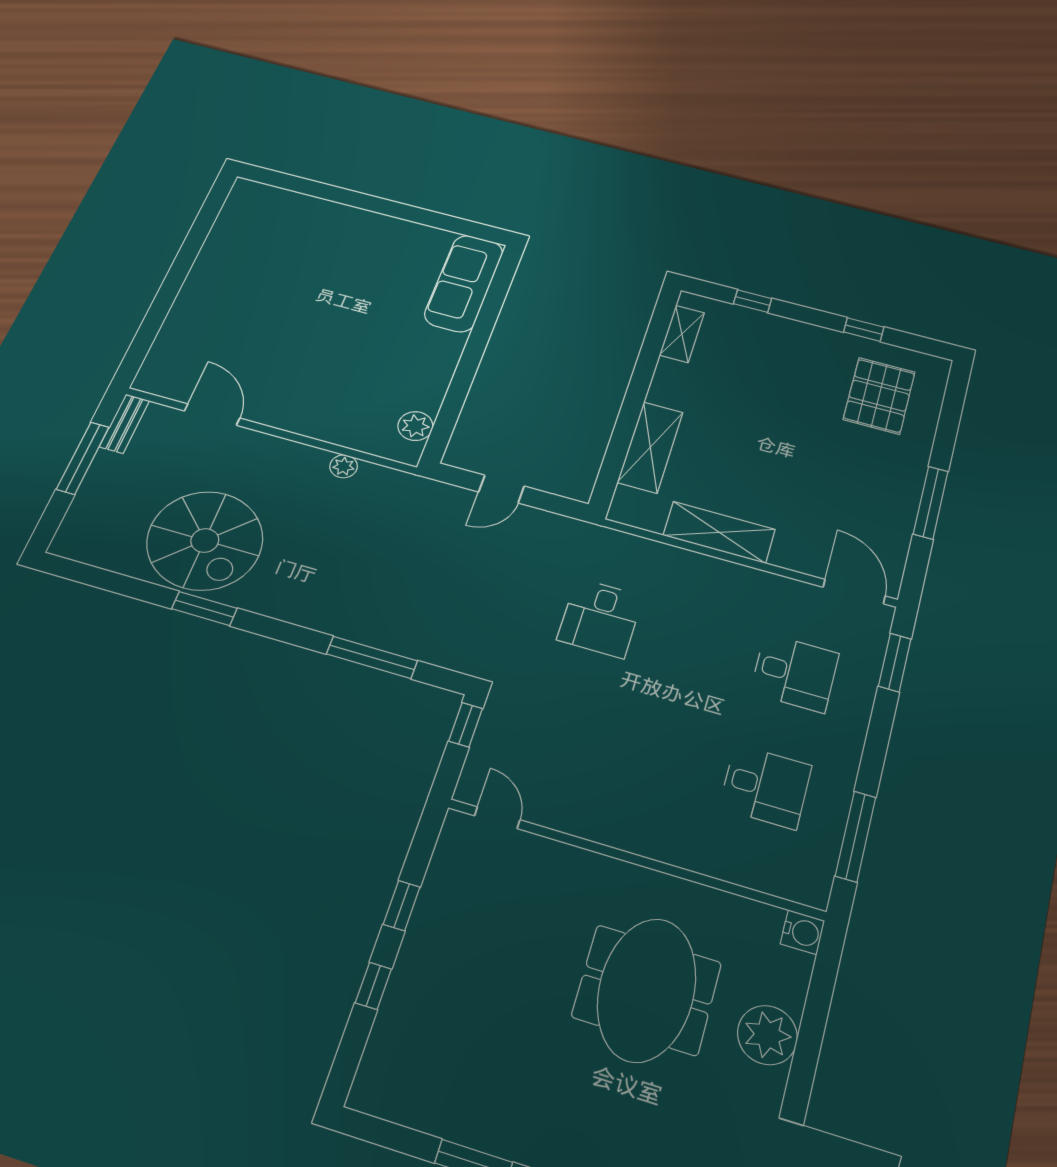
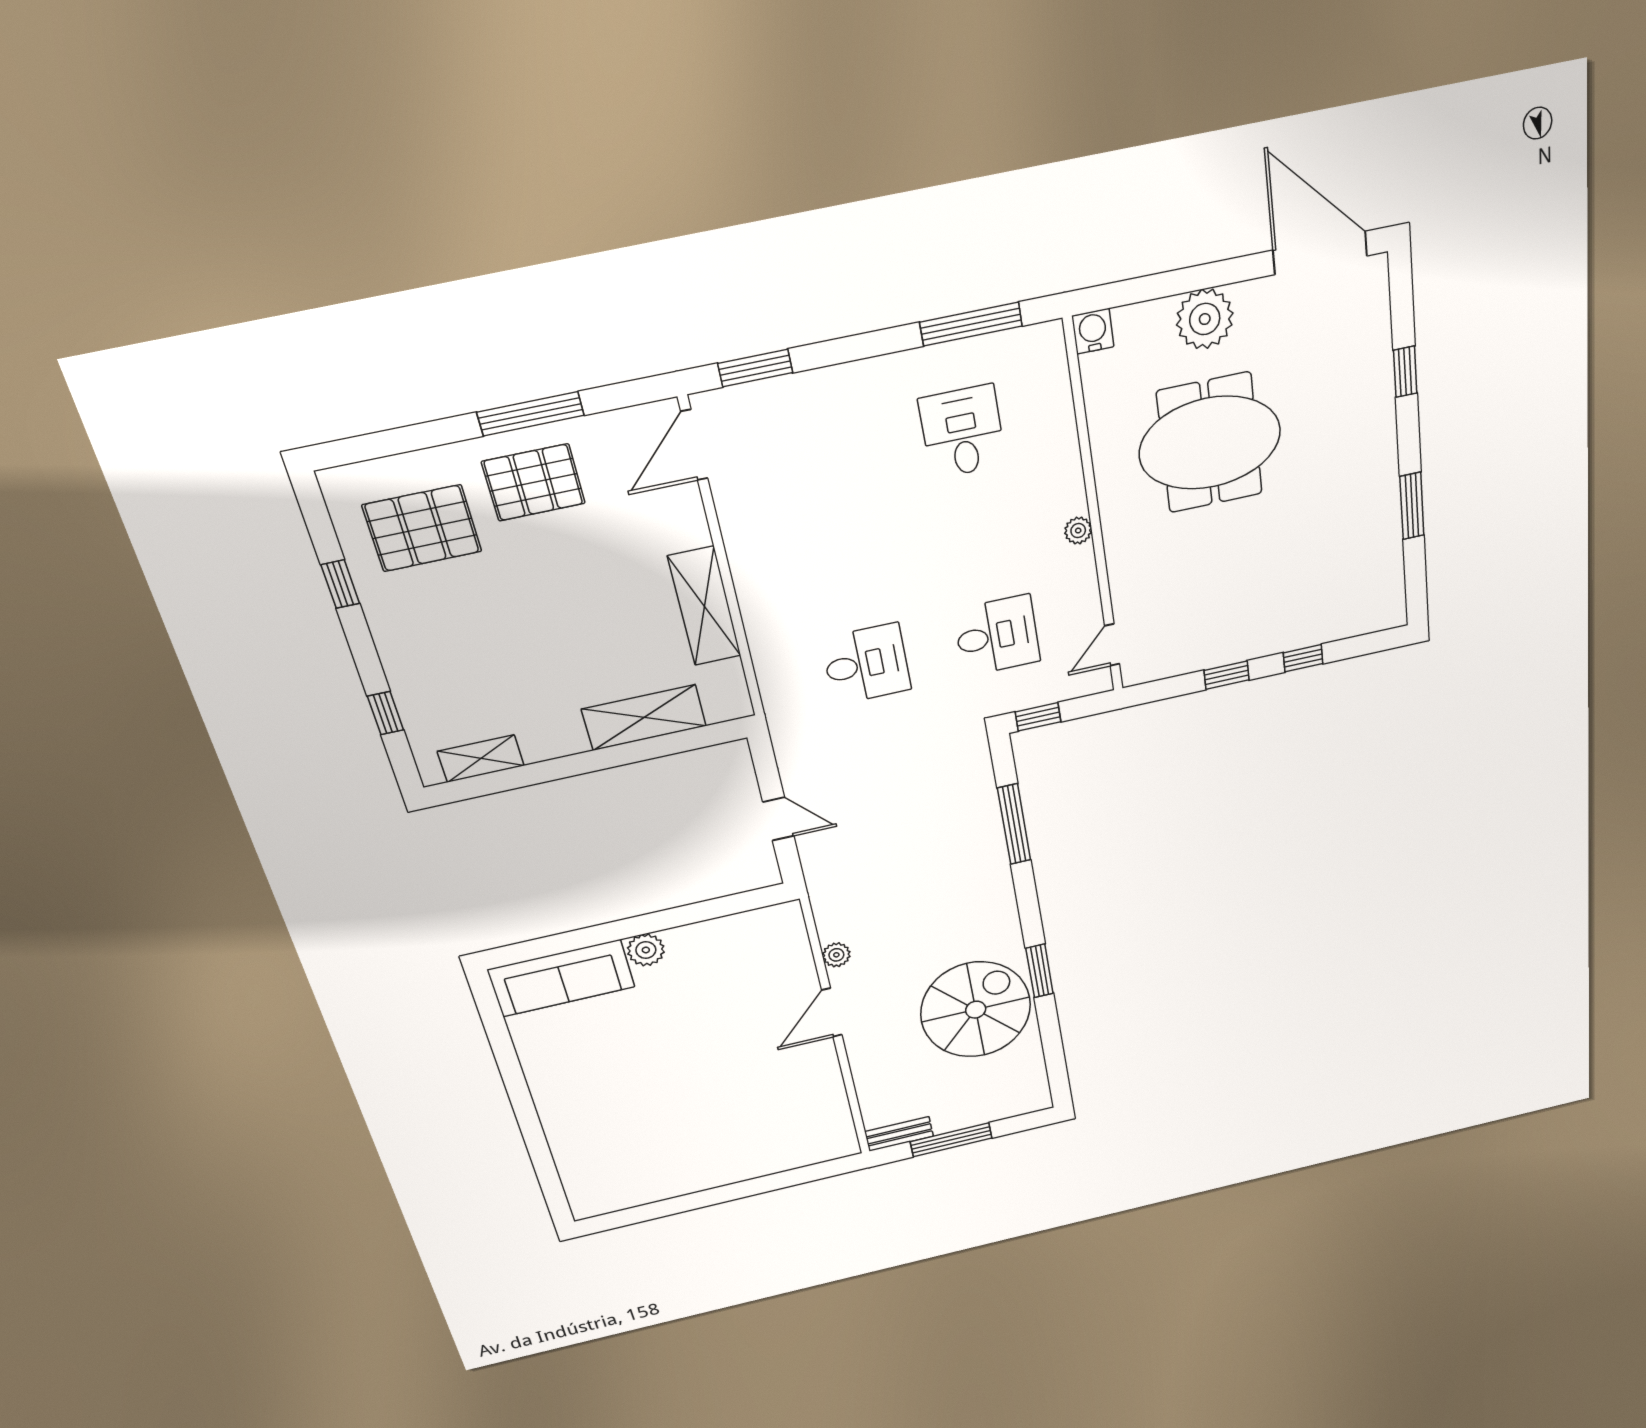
door: (212, 415) -> (832, 1012), moved
plant: (415, 426) -> (646, 950), moved
pallet: (878, 477) -> (534, 482), added
desk: (795, 673) -> (997, 636), moved, turned 90
plant: (625, 838) -> (1078, 531), added

